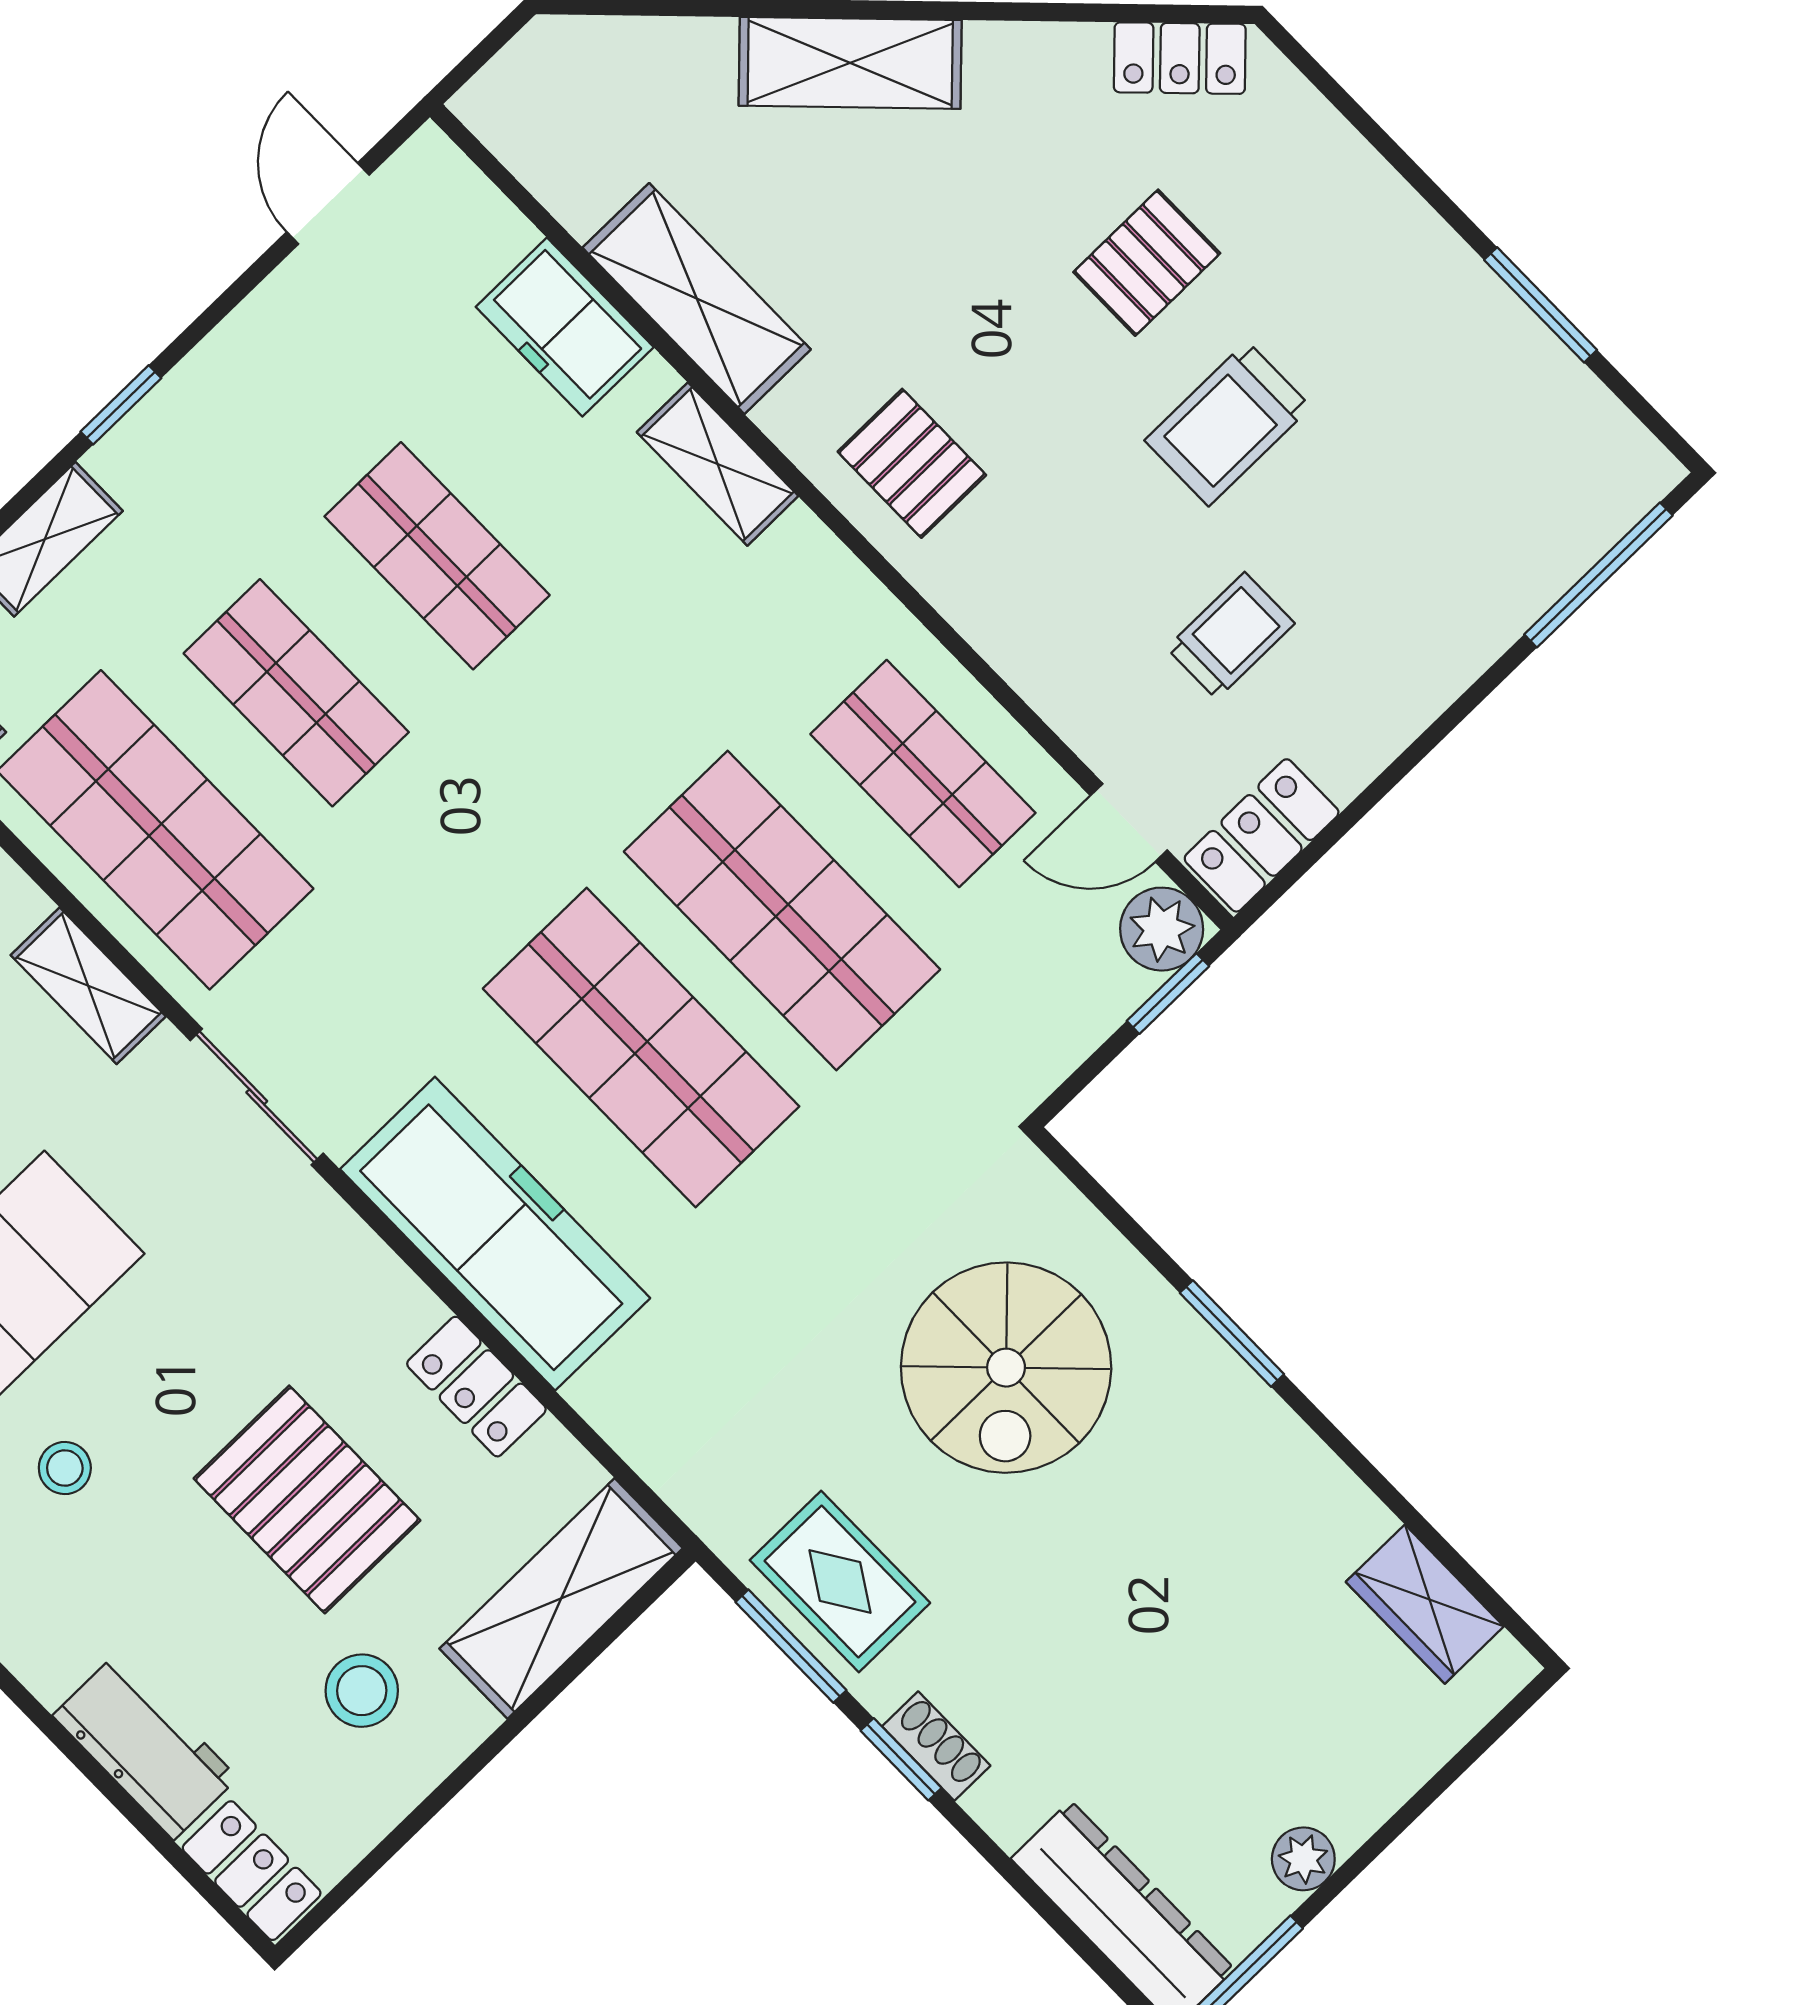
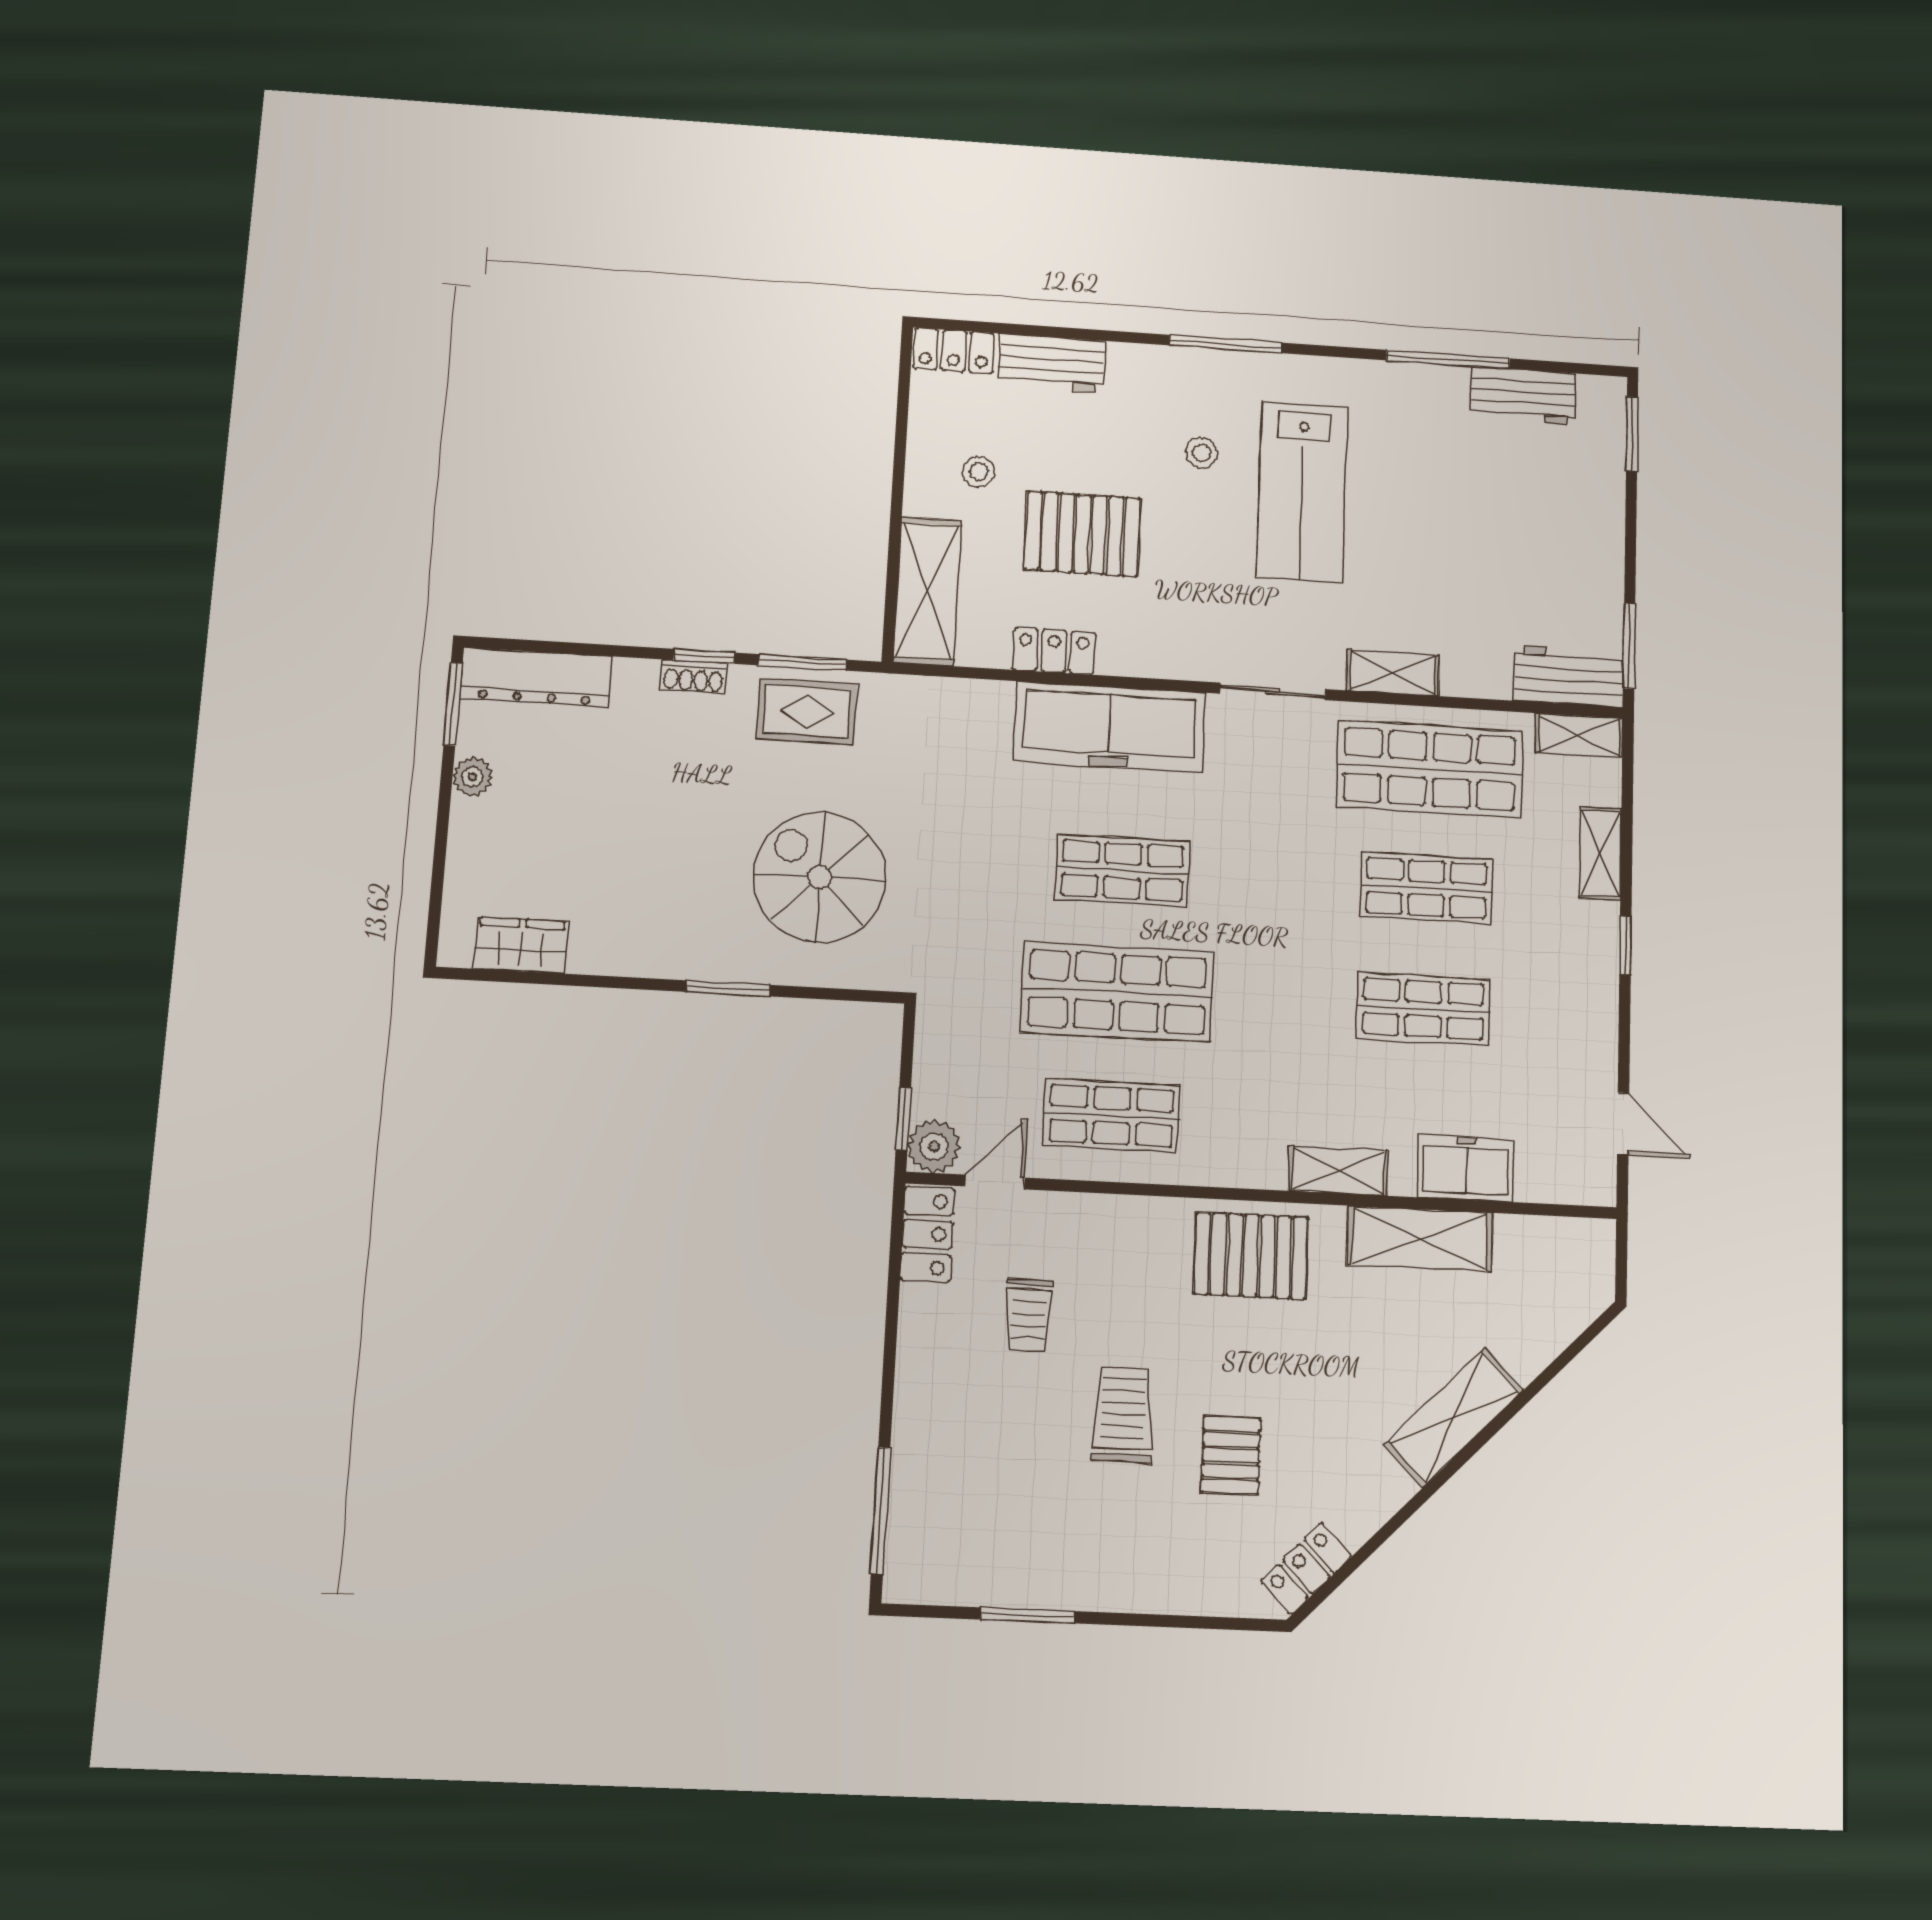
pallet: (912, 463) -> (1251, 1256), width x1.50, depth x1.42
shop shelf: (641, 1047) -> (1123, 871), width x0.70, depth x0.74
stool: (362, 1691) -> (979, 472), width x0.73, depth x0.73

